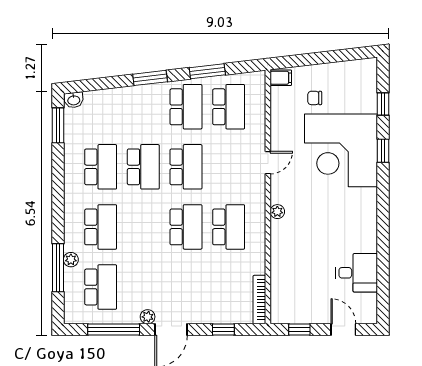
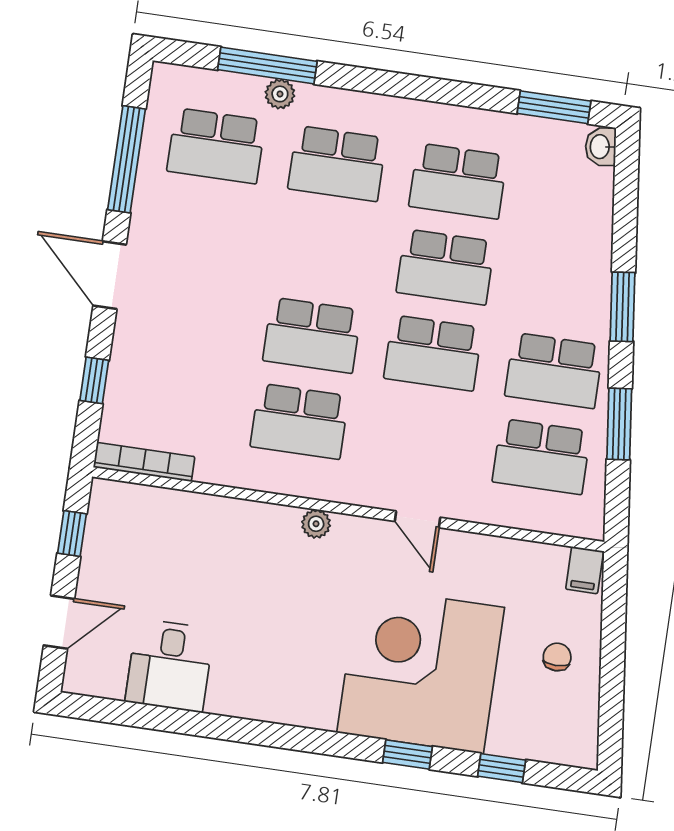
chair: (315, 98) -> (557, 657), moved
plant: (148, 317) -> (142, 232), removed

